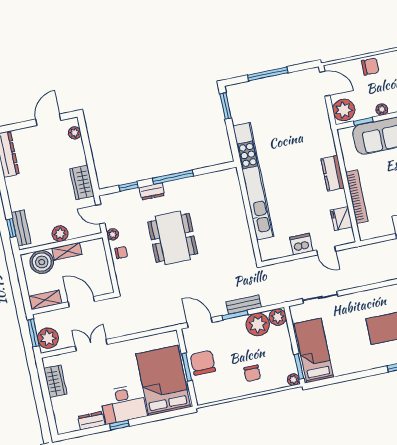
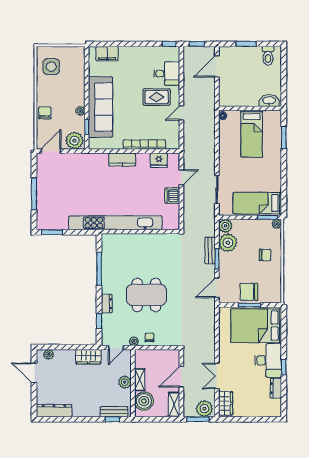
window: (173, 177) -> (99, 269), moved
wardrobe: (55, 381) -> (226, 403), moved, turned 90

